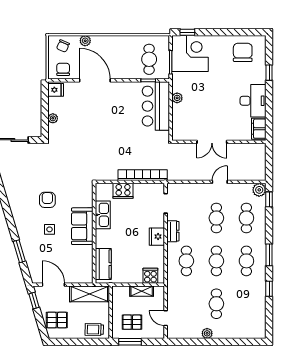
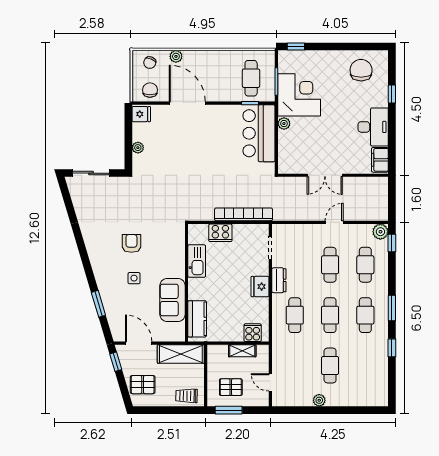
corner desk: (190, 53) -> (299, 95), moved
sofa: (82, 226) -> (172, 300), moved

